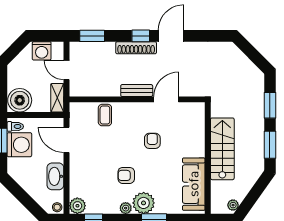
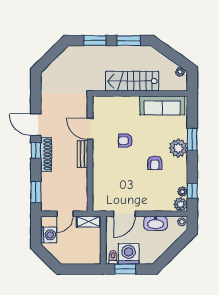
boiler: (20, 100) -> (91, 254), removed
coffee table: (105, 115) -> (103, 181), removed
plant: (126, 208) -> (183, 192), moved

